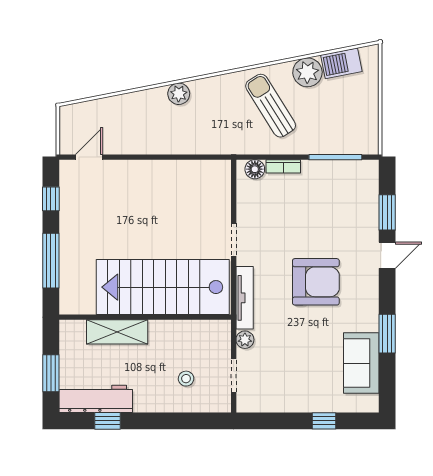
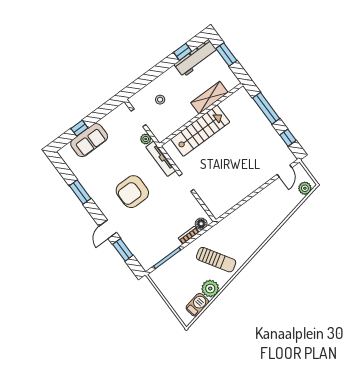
plant: (179, 94) -> (305, 188), moved
stairs: (163, 287) -> (200, 131), width x0.73, depth x0.66
sofa: (361, 363) -> (89, 140), moved, turned 90

